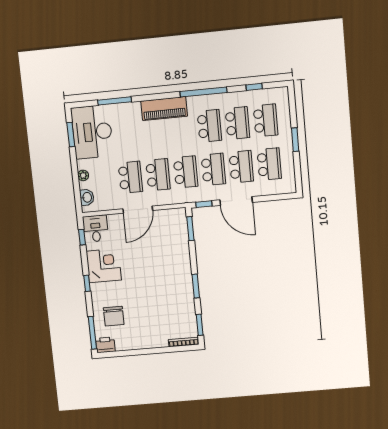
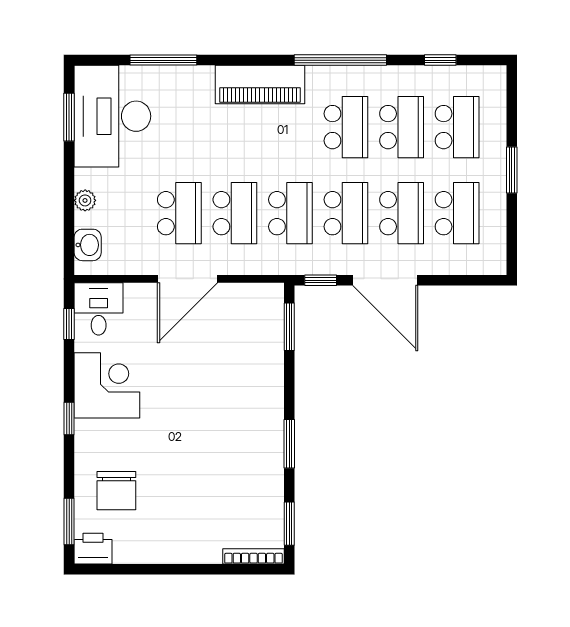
window: (92, 333) -> (69, 521), width x0.69

